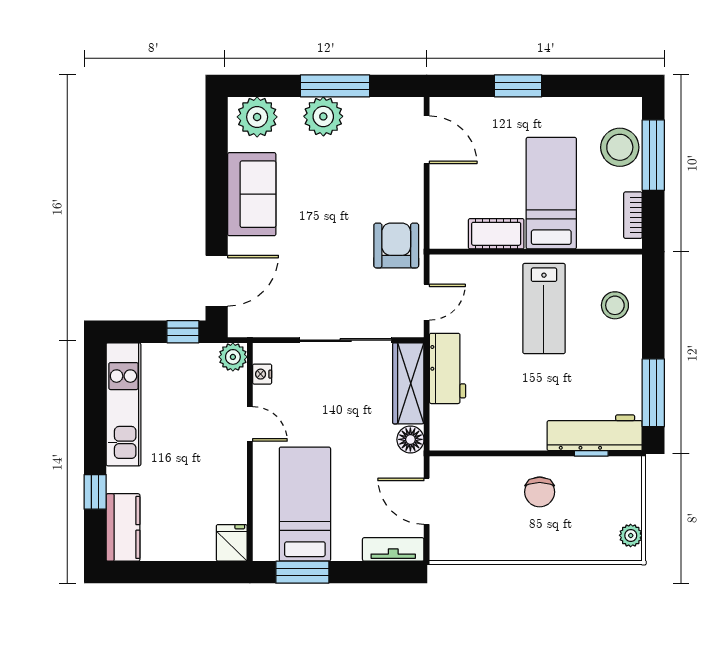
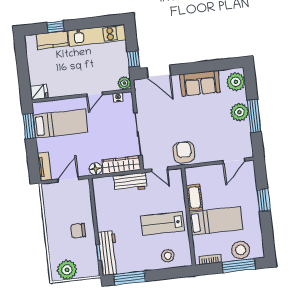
armchair: (396, 245) -> (184, 152), turned -90
kitchen counter: (123, 527) -> (52, 40), moved
plant: (631, 535) -> (67, 270), width x1.88, depth x1.88

